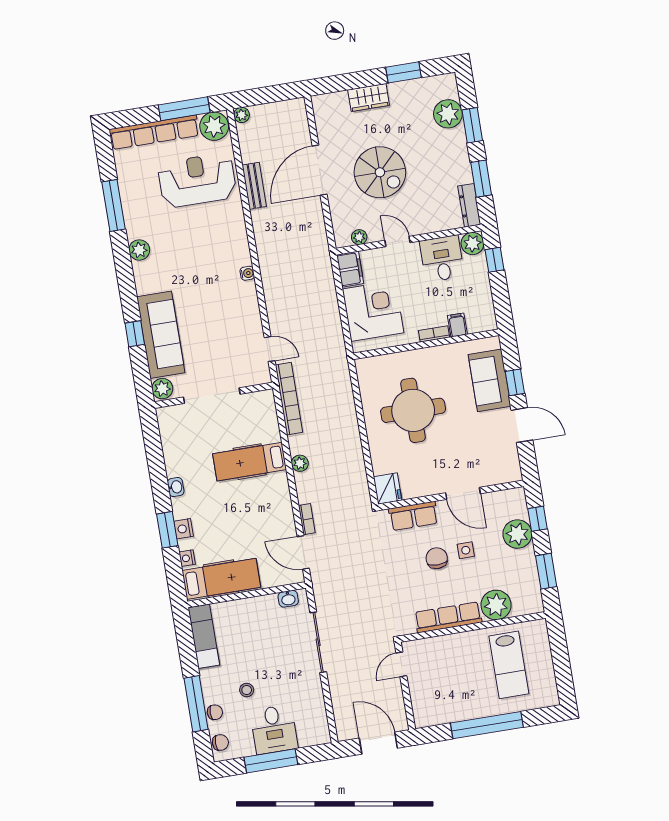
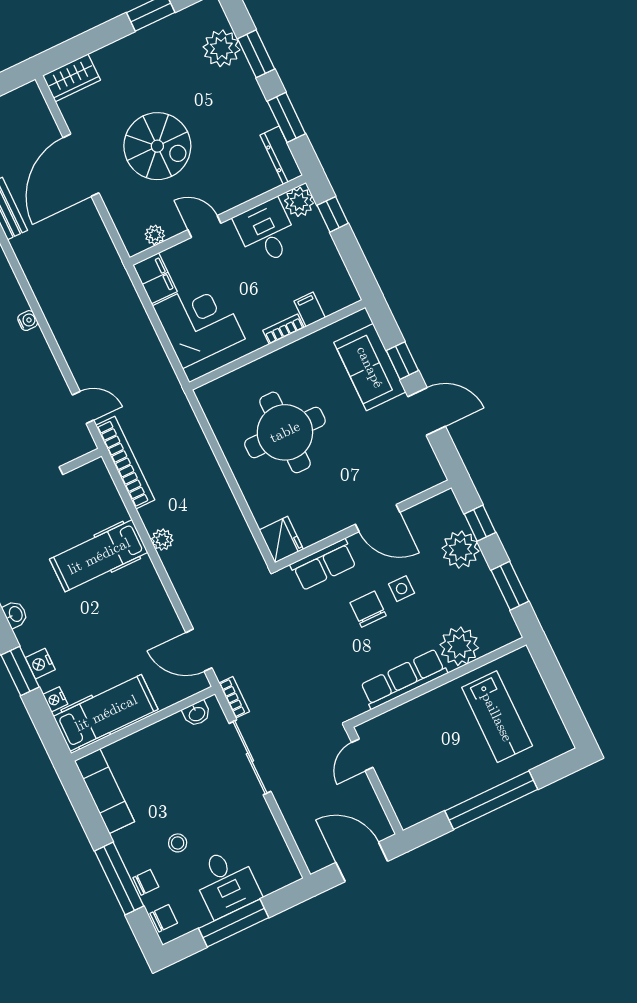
wardrobe: (369, 98) -> (71, 78), moved
bookcase: (307, 519) -> (234, 697), moved

